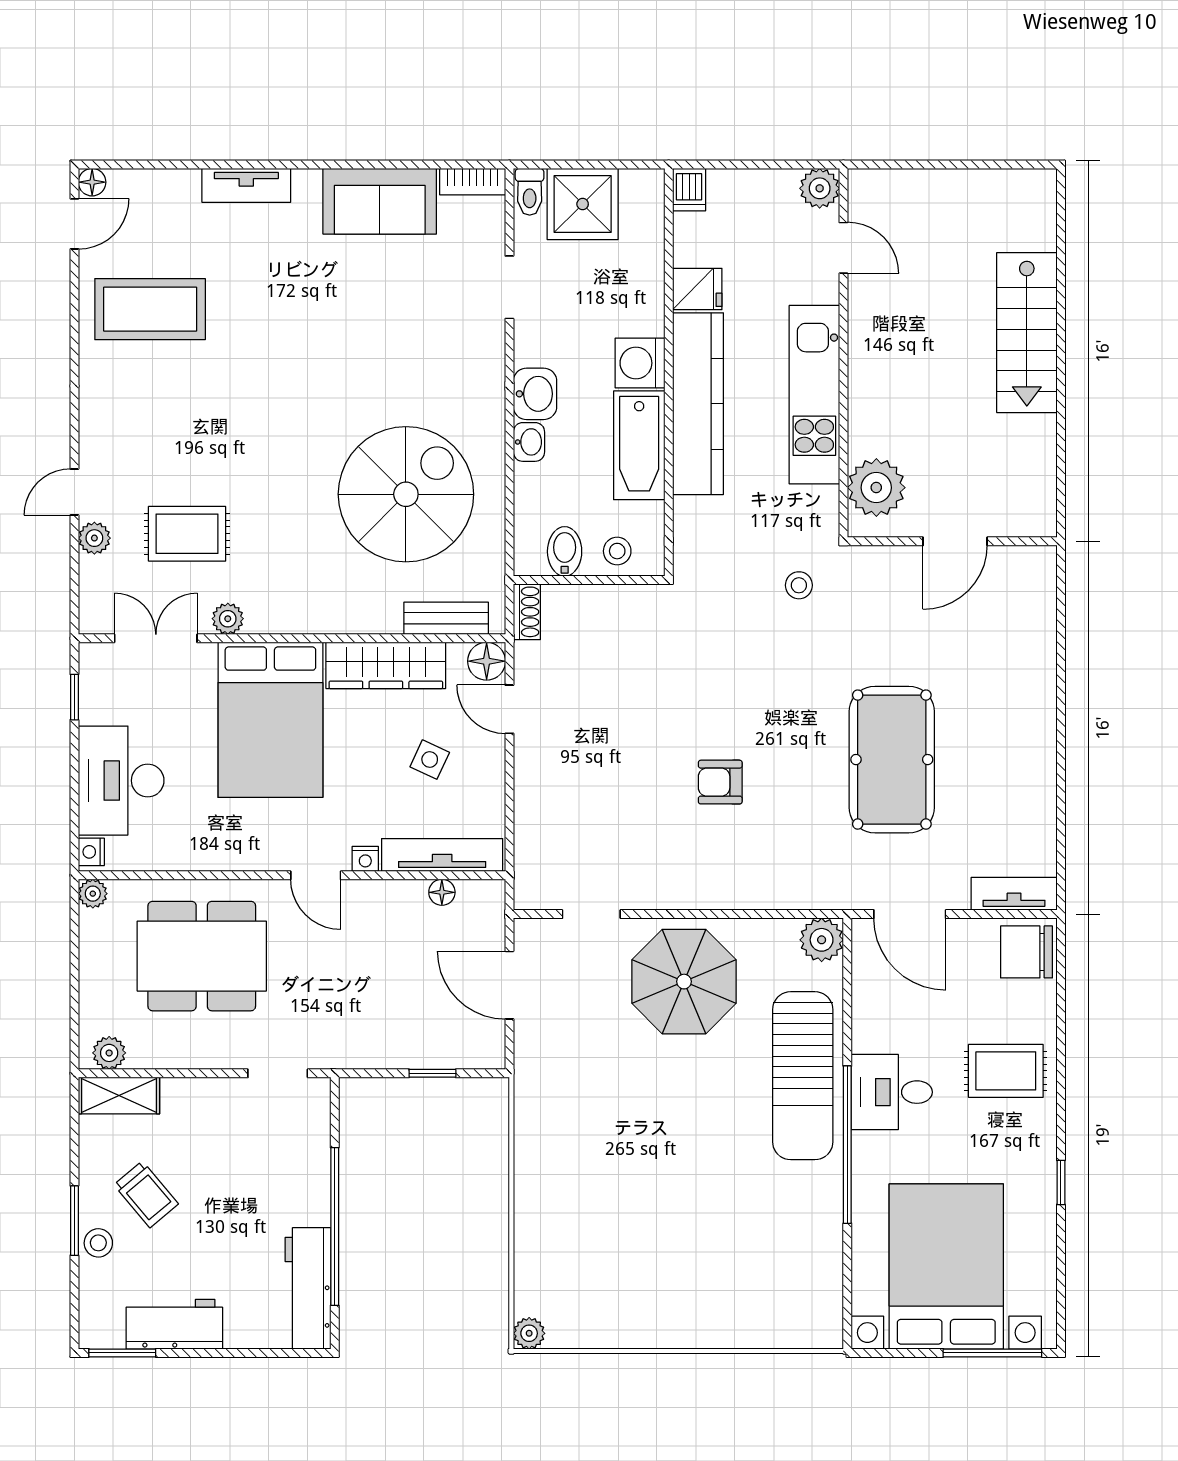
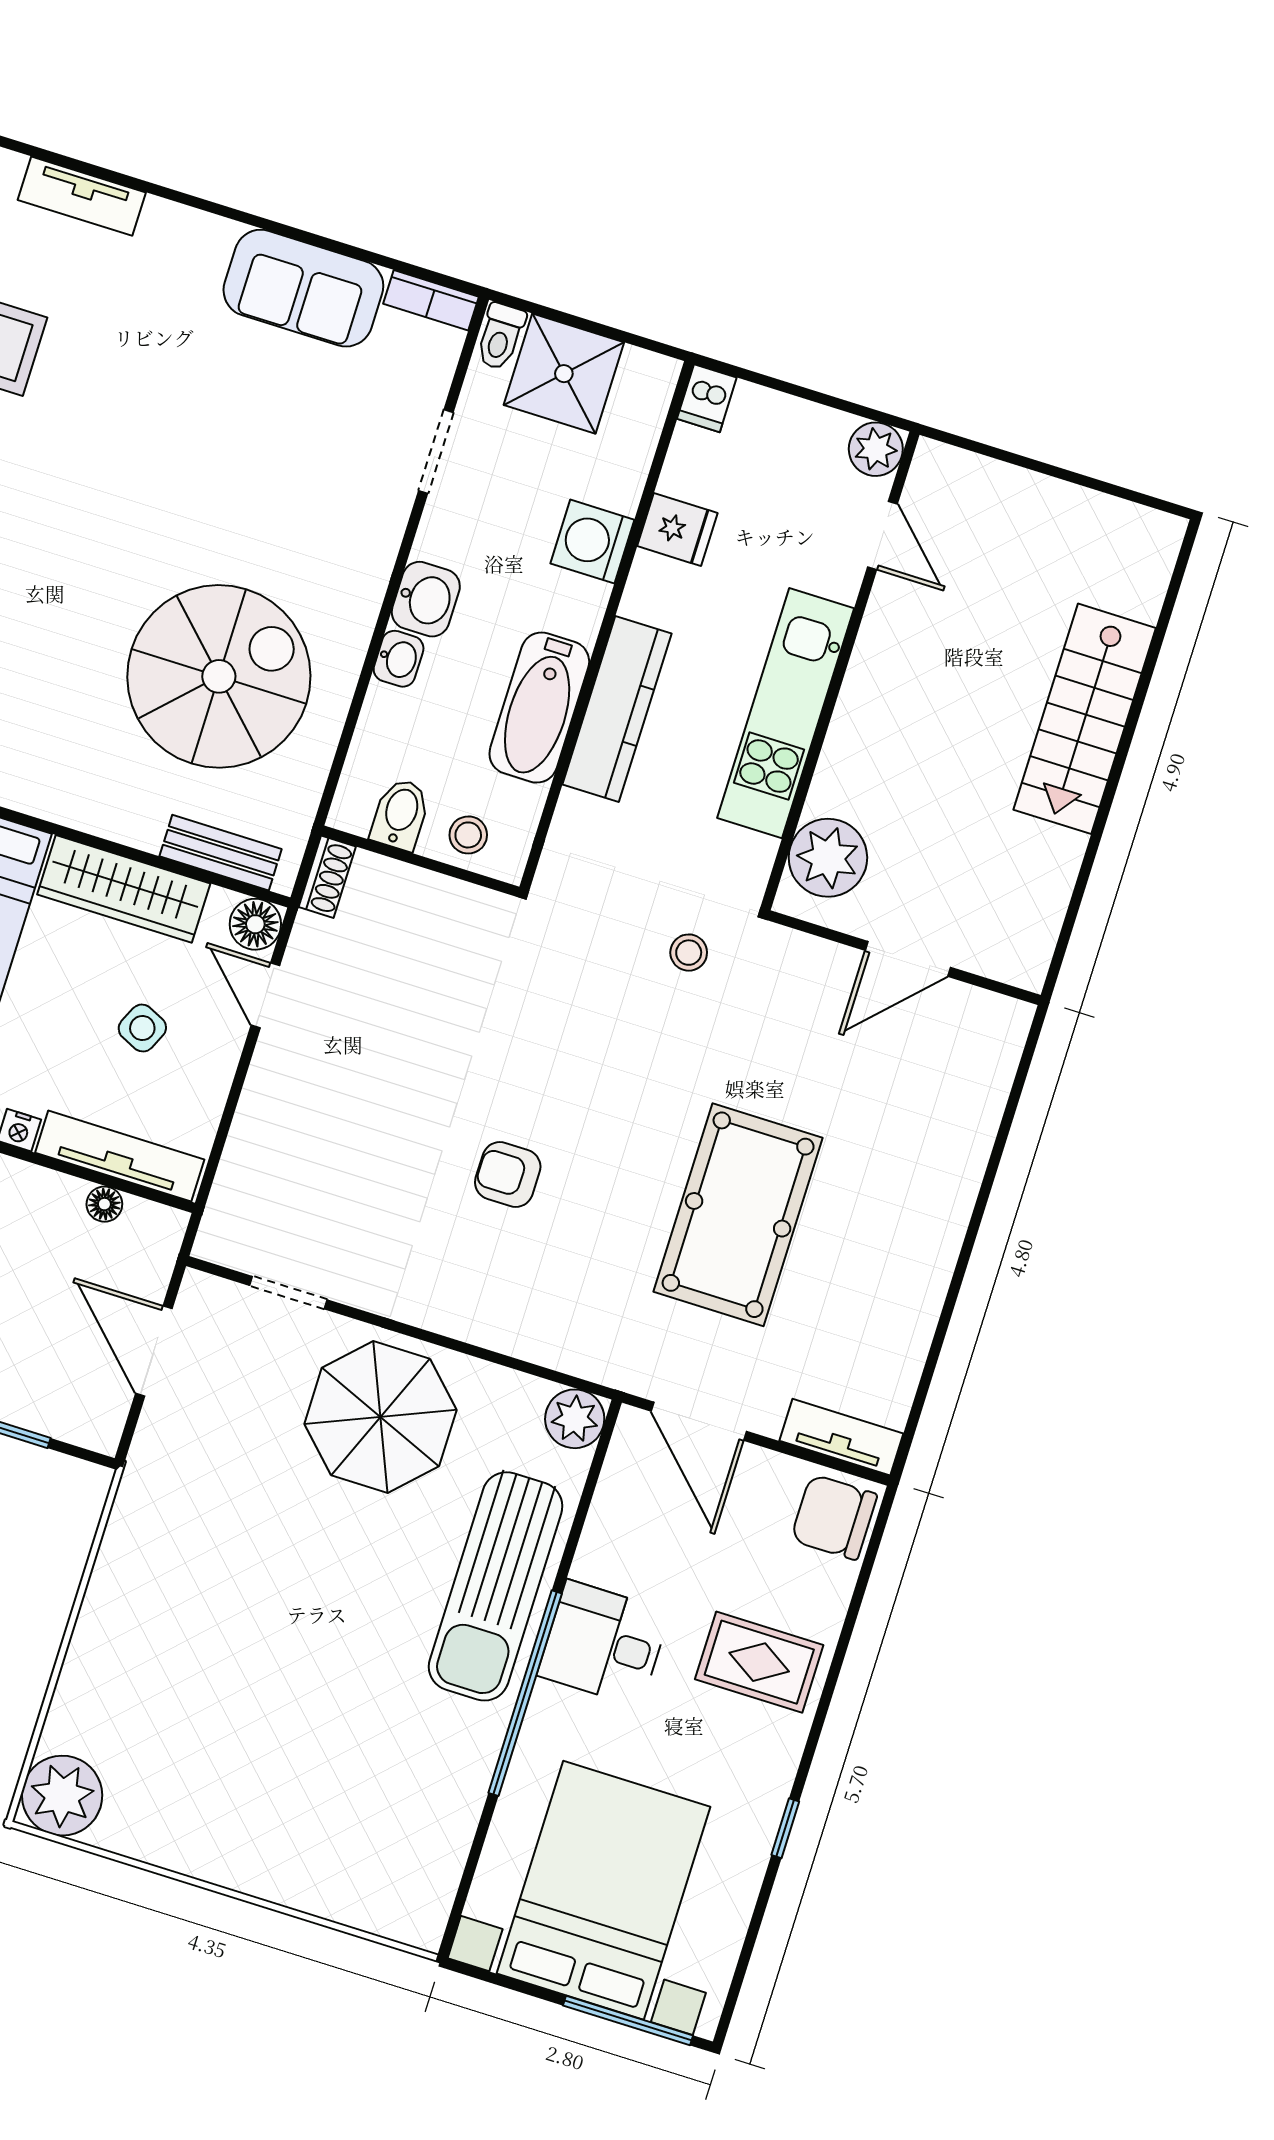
tv unit: (246, 185) -> (82, 196), moved
washing machine: (640, 363) -> (592, 542), moved
kitchen counter: (698, 404) -> (617, 709), width x0.72, depth x0.86
plant: (529, 1333) -> (62, 1796), width x1.88, depth x1.88

